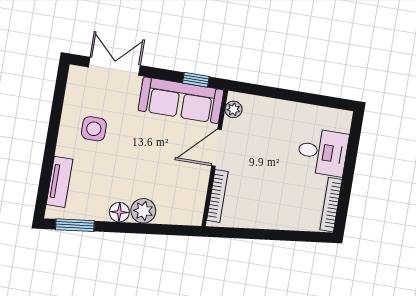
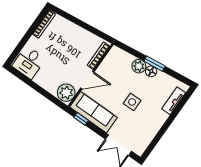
plant: (233, 109) -> (66, 93), width x1.87, depth x1.87
side table: (94, 129) -> (132, 102), moved
desk: (323, 152) -> (29, 62), moved, turned -90
window: (75, 225) -> (155, 64), moved

